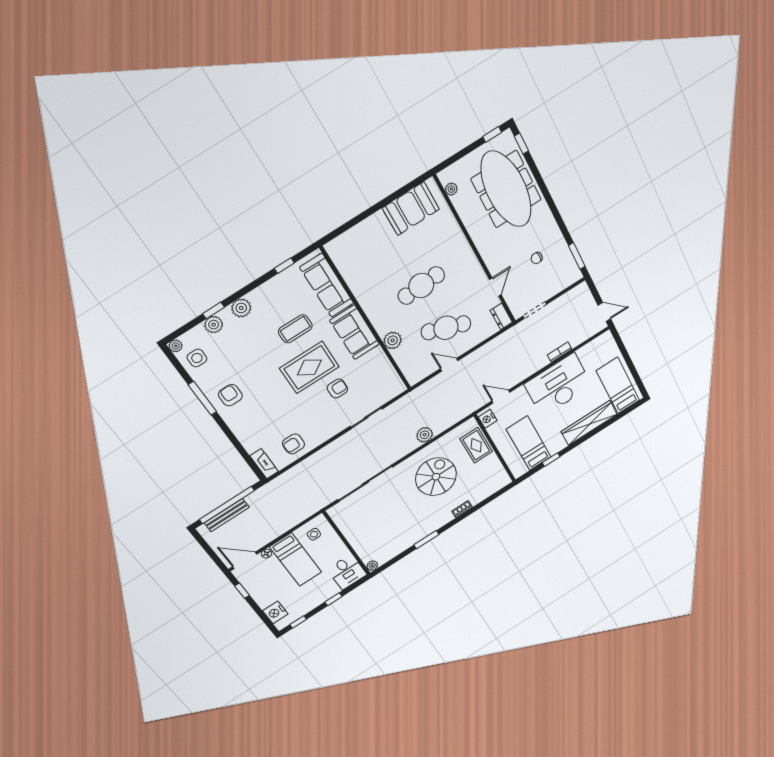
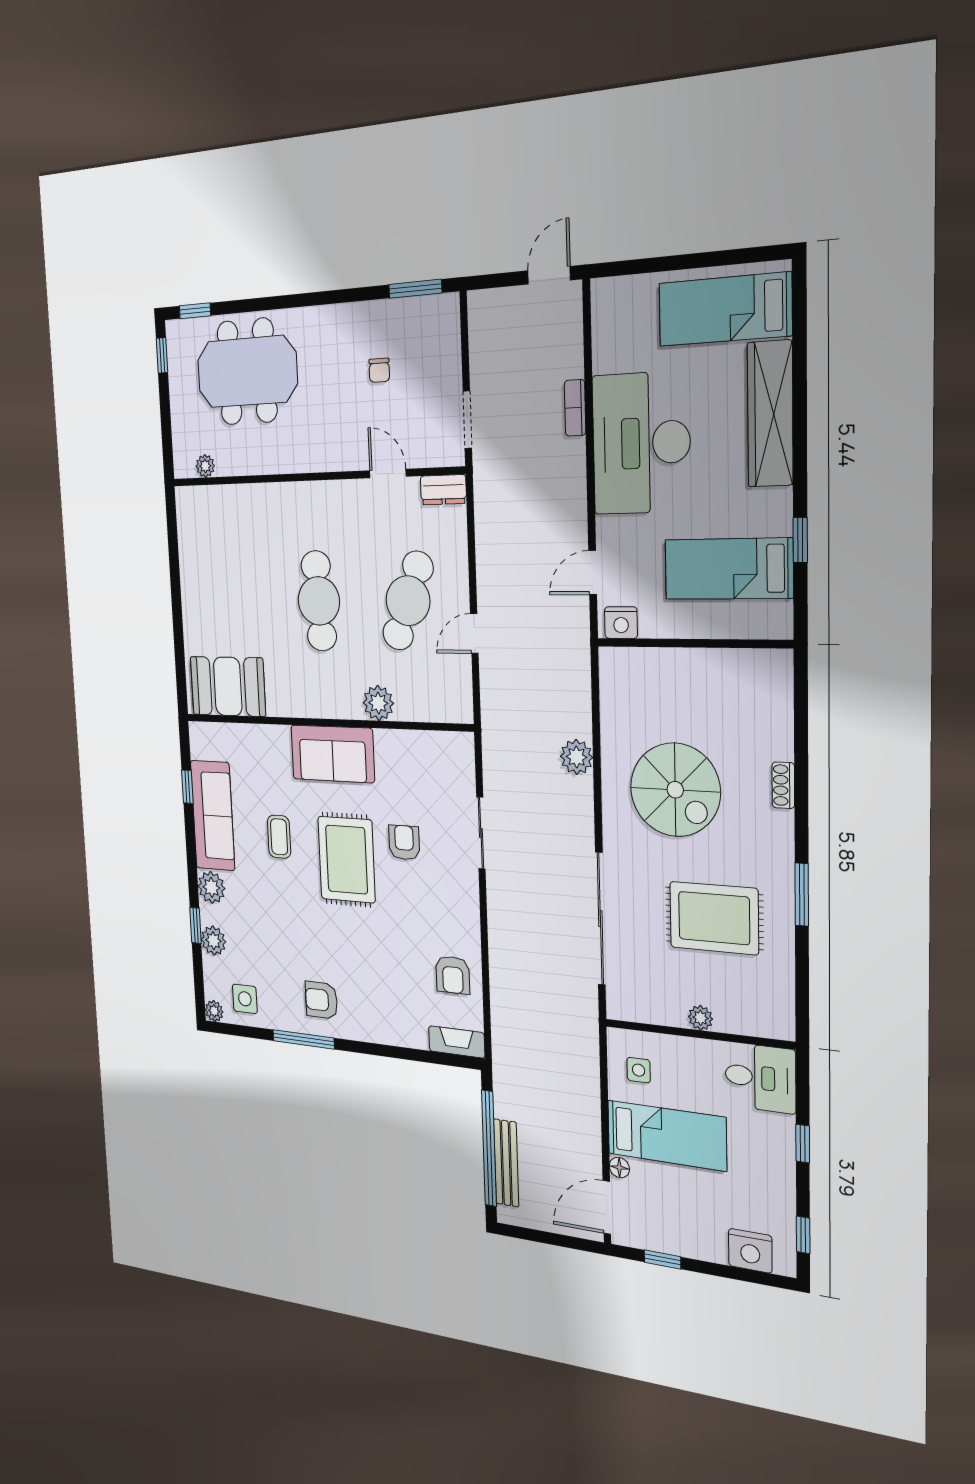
meeting table: (506, 189) -> (247, 372), width x0.73
booth: (411, 209) -> (228, 686), moved, turned 90
sofa: (327, 285) -> (213, 815), moved, turned -90
coffee table: (295, 329) -> (279, 837), width x0.73, depth x0.77
rug: (476, 445) -> (714, 918), moved, width x1.36, depth x1.43
spiral stairs: (436, 477) -> (675, 790), turned 180
plant: (372, 566) -> (700, 1018), moved

